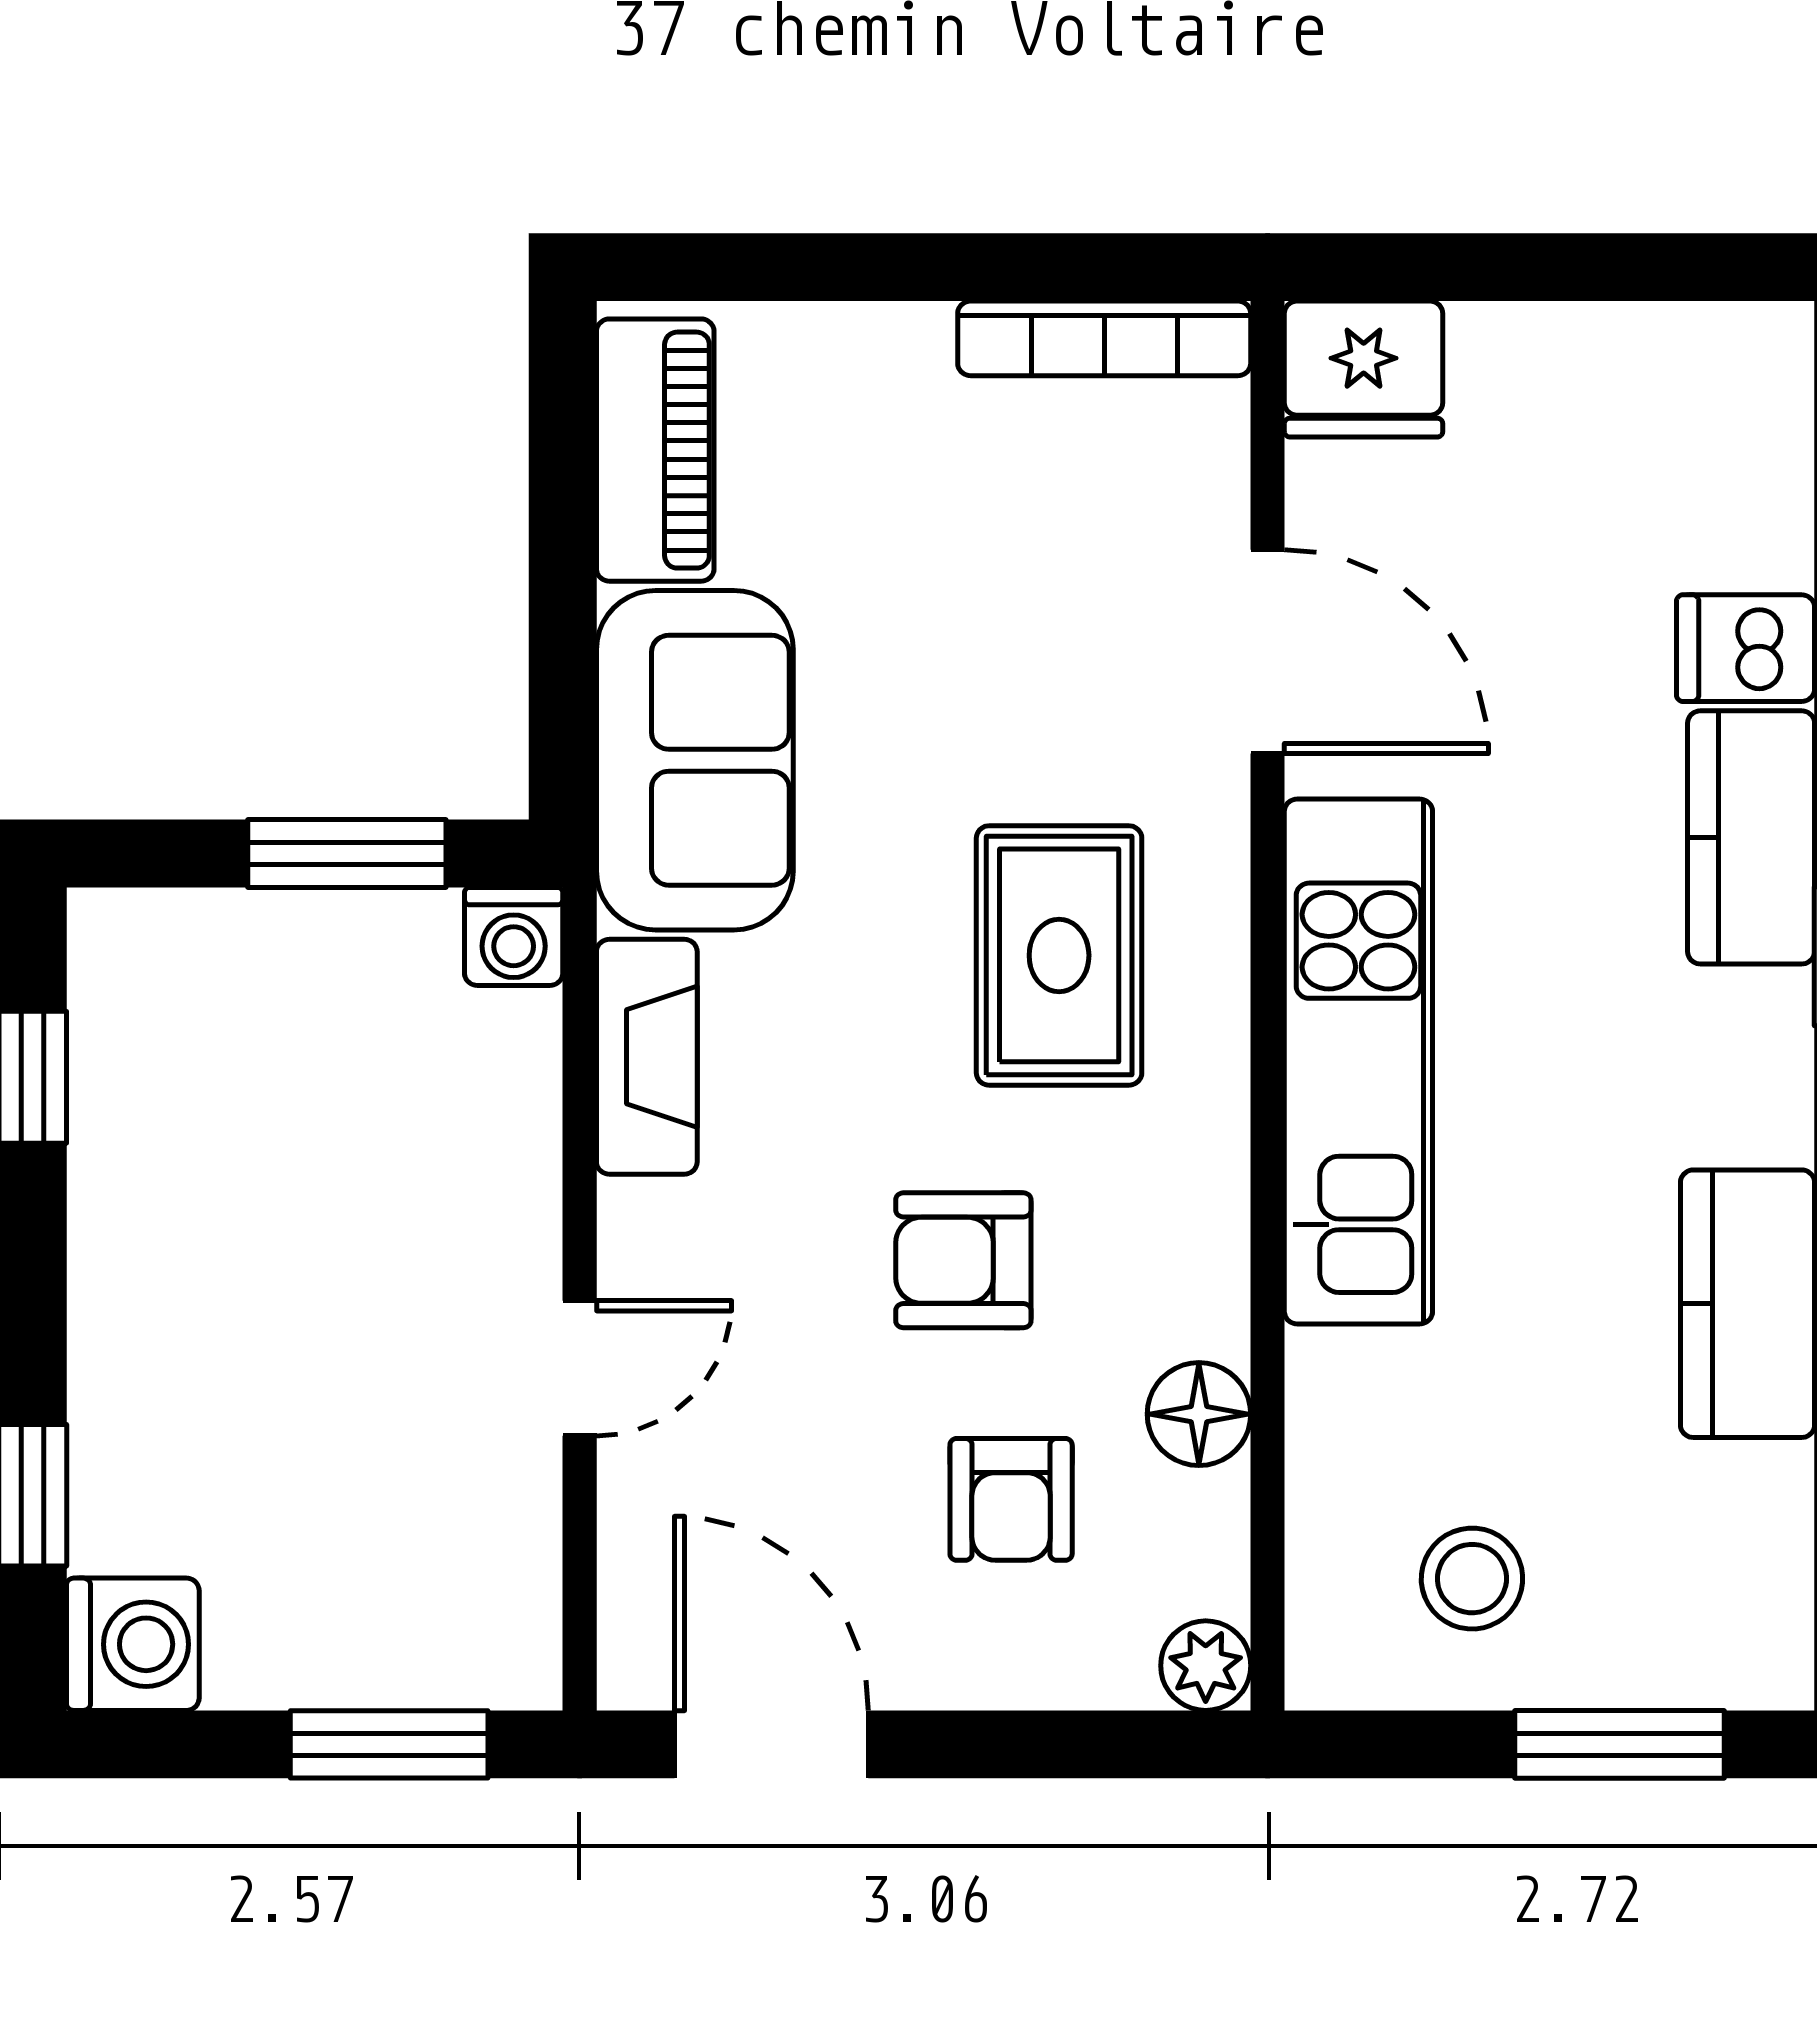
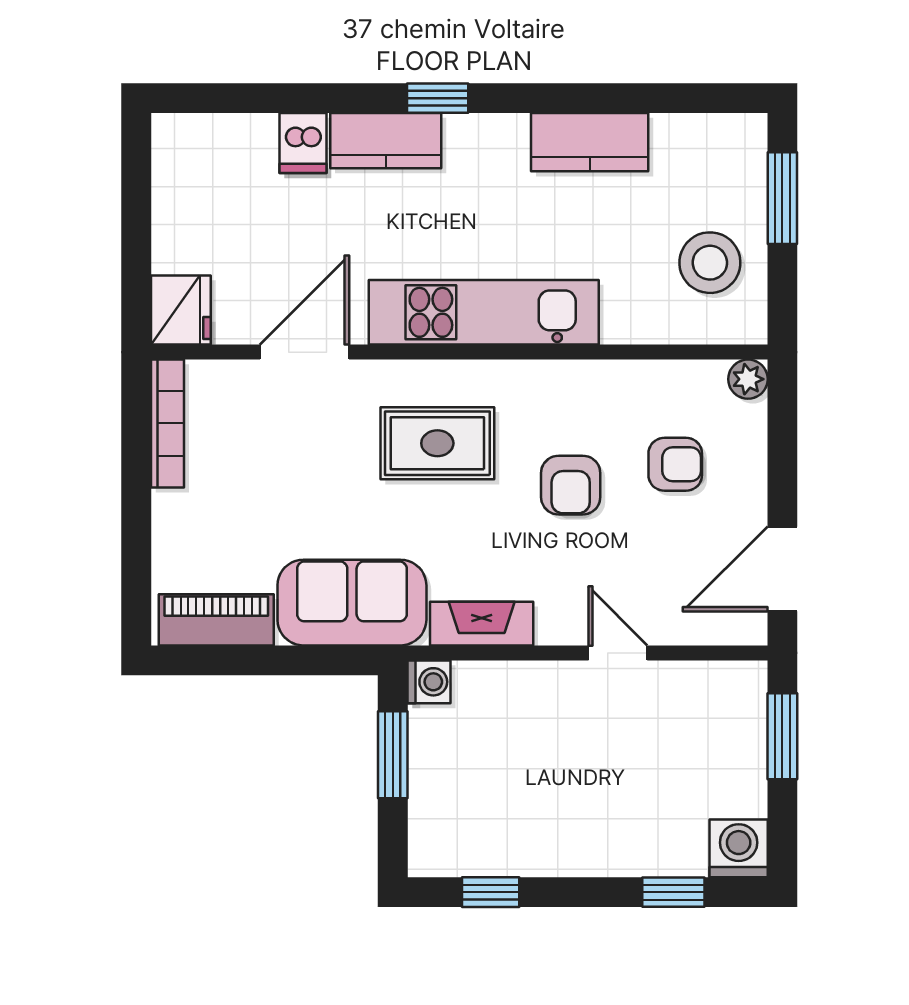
floor lamp: (1199, 1414) -> (638, 382), removed
stool: (1472, 1579) -> (710, 263), width x1.38, depth x1.38

